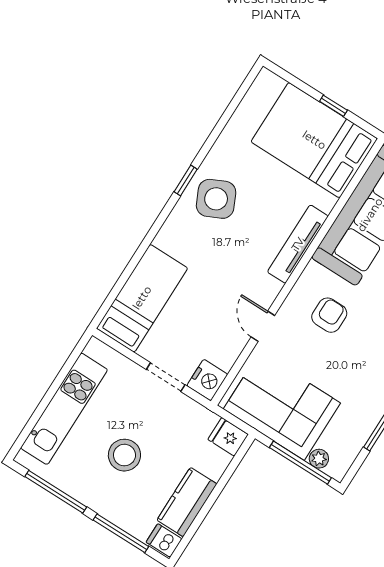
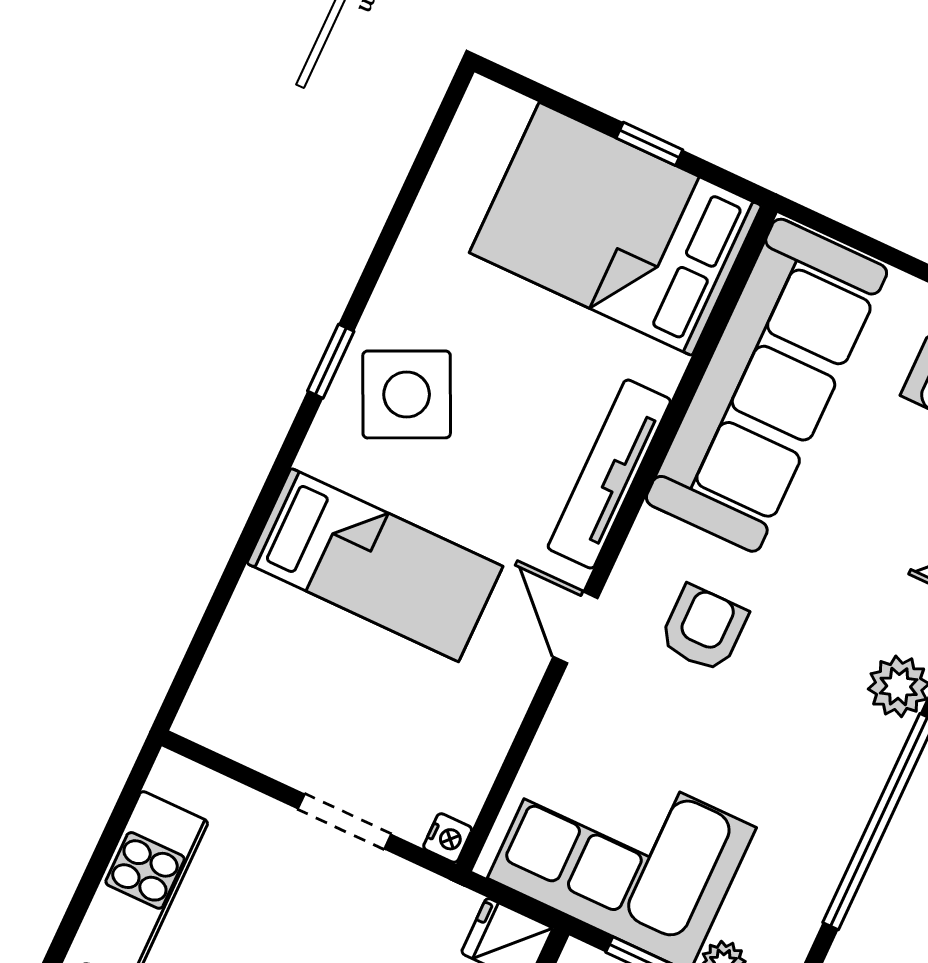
bed: (142, 298) -> (375, 565), moved, turned 90
door: (263, 326) -> (576, 627), moved
nightstand: (207, 380) -> (448, 838), width x0.53, depth x0.56

